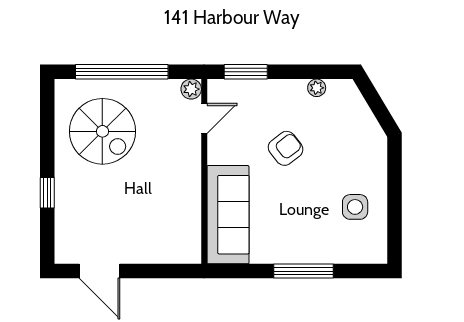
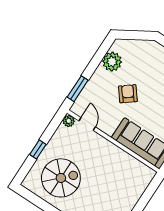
window: (122, 72) -> (38, 149), width x0.32
plant: (317, 88) -> (112, 62), width x1.87, depth x1.87

